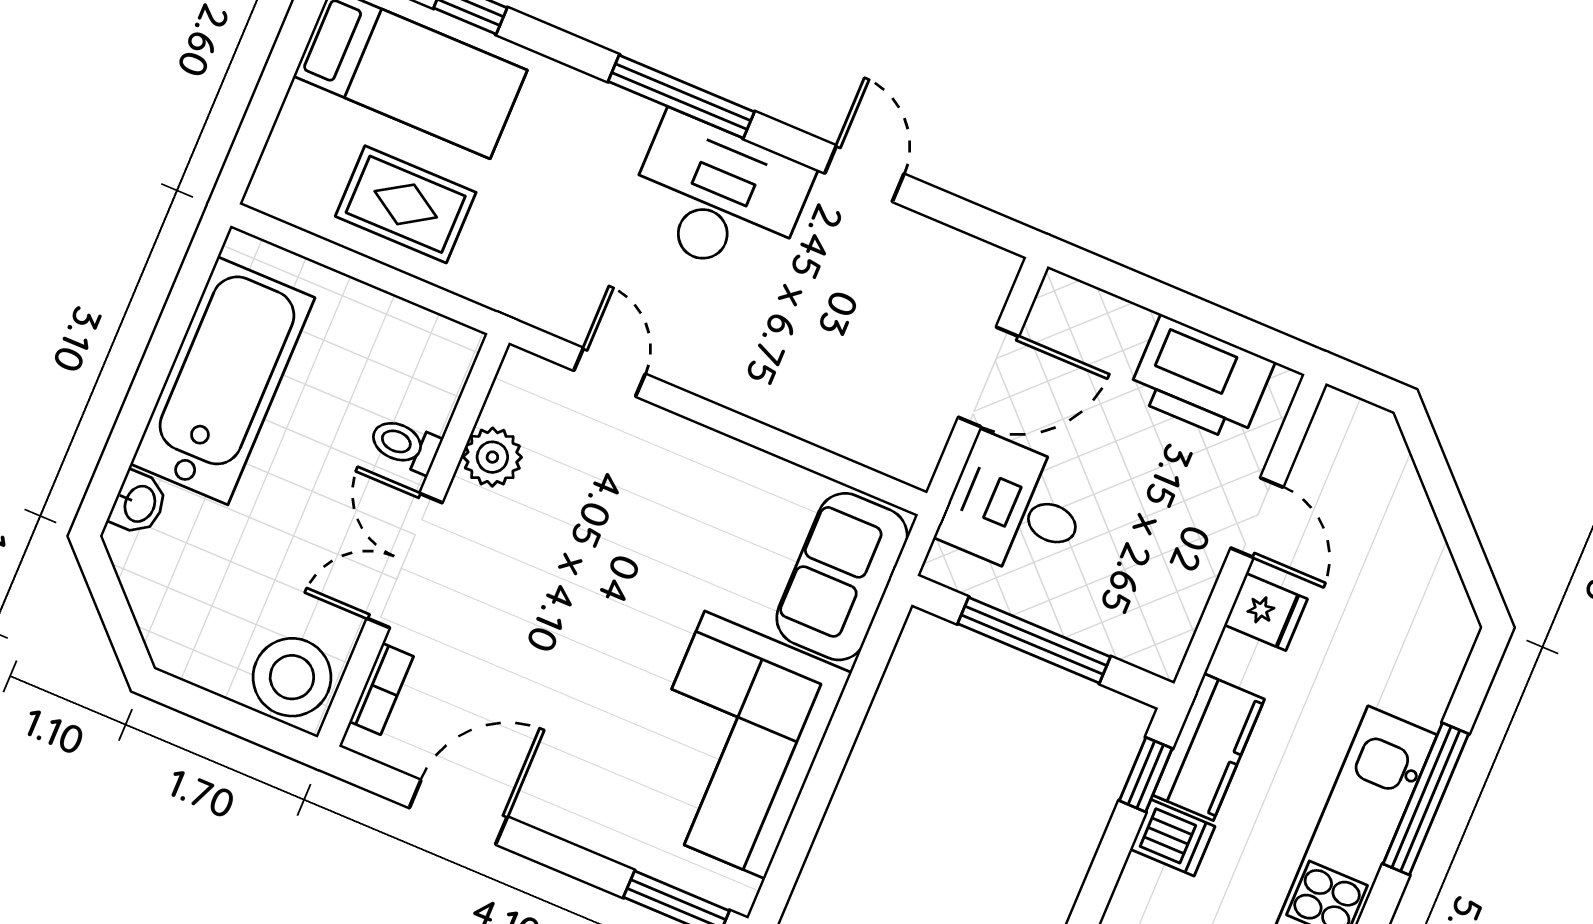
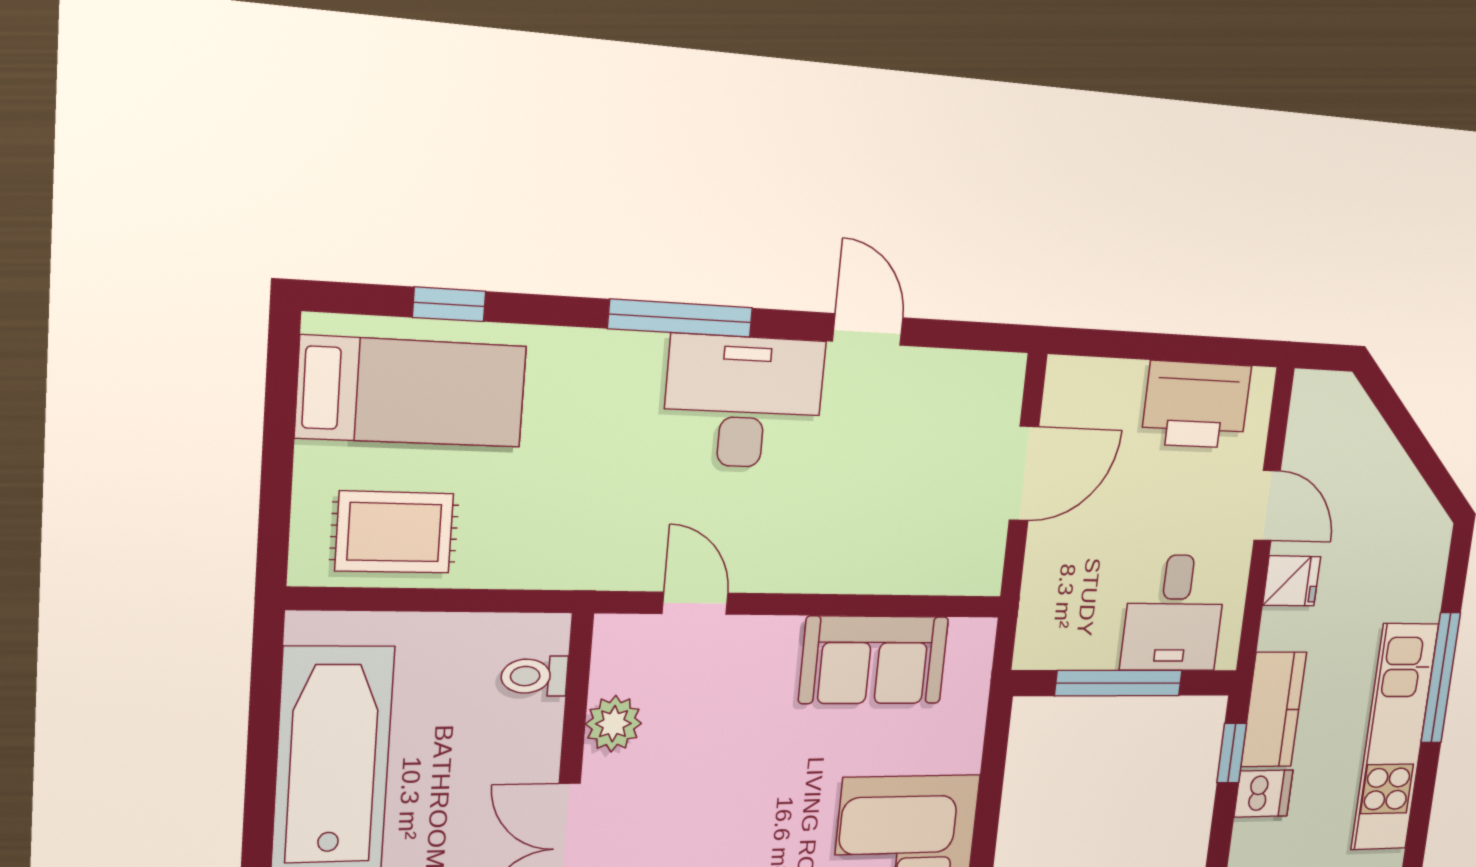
rug: (406, 204) -> (394, 532), moved
toilet: (405, 445) -> (534, 676), moved
desk: (1015, 508) -> (1174, 613), moved, turned -90
sofa: (842, 577) -> (874, 660), moved, turned -90

